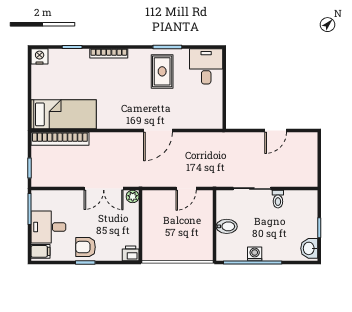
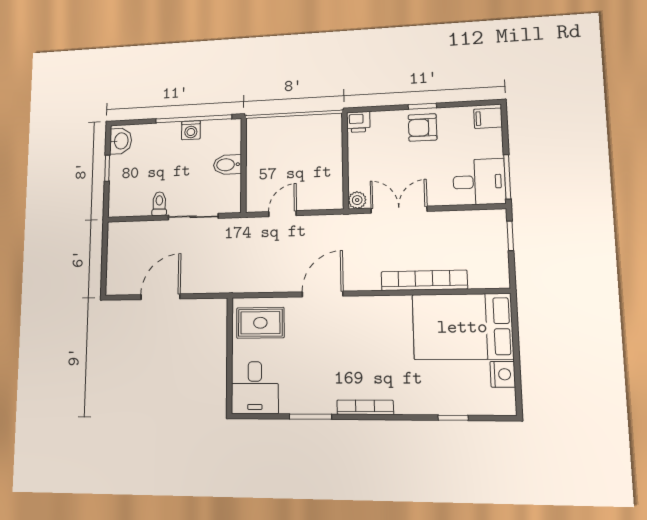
bookcase: (109, 53) -> (365, 407), moved
nightstand: (40, 56) -> (503, 374), moved, turned -90
rug: (162, 71) -> (260, 323), moved, turned 90
bed: (64, 114) -> (462, 327), width x1.50
door: (276, 131) -> (160, 297), width x1.38
bookcase: (60, 139) -> (424, 280), moved
desk: (48, 227) -> (479, 182), moved
armchair: (86, 247) -> (422, 127), turned 180

